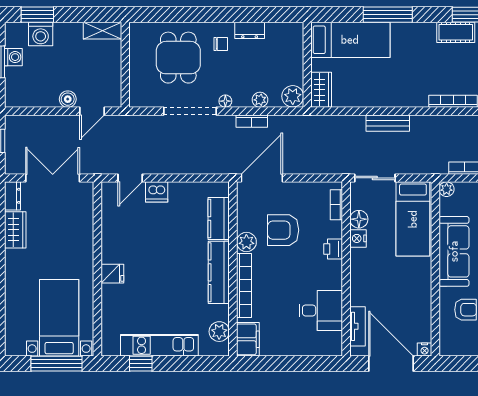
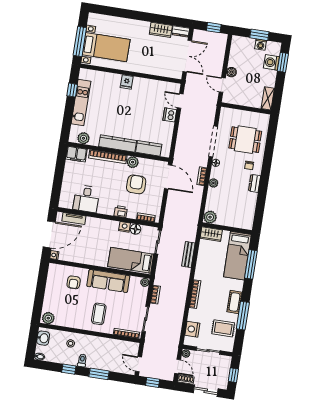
bed: (350, 40) -> (237, 256), moved
wall: (307, 65) -> (227, 228), moved
wardrobe: (321, 90) -> (211, 234), moved
plant: (293, 96) -> (210, 217), moved

